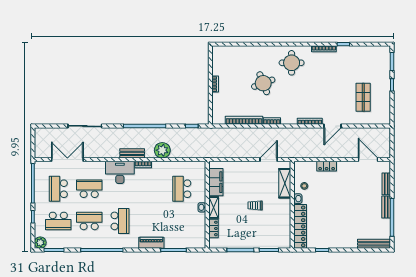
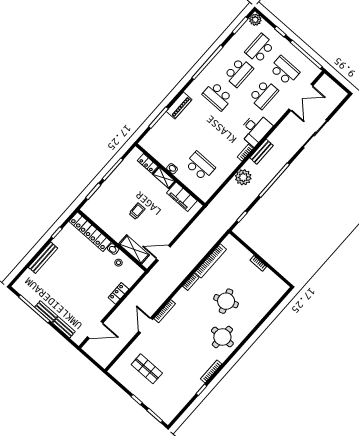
door: (269, 160) -> (163, 253), swing flipped
bench: (374, 244) -> (43, 258), moved

